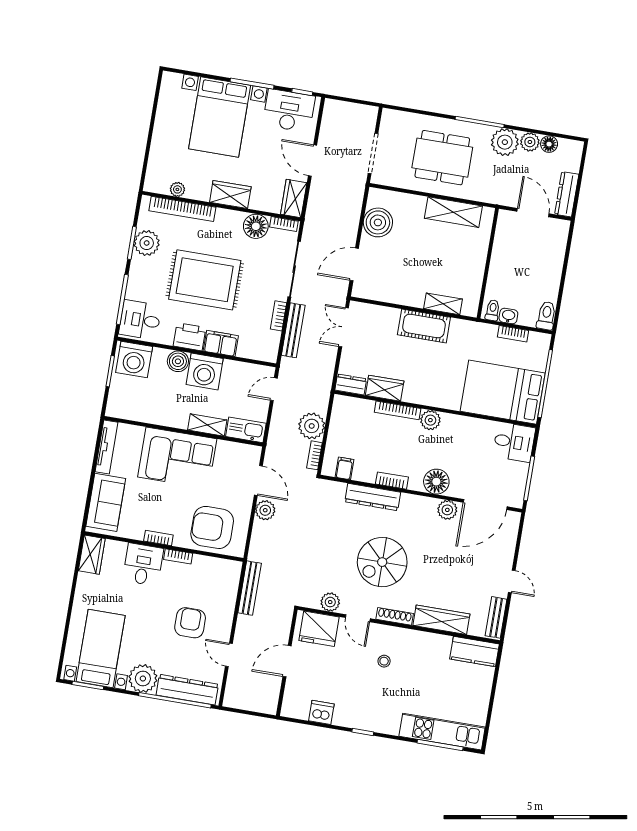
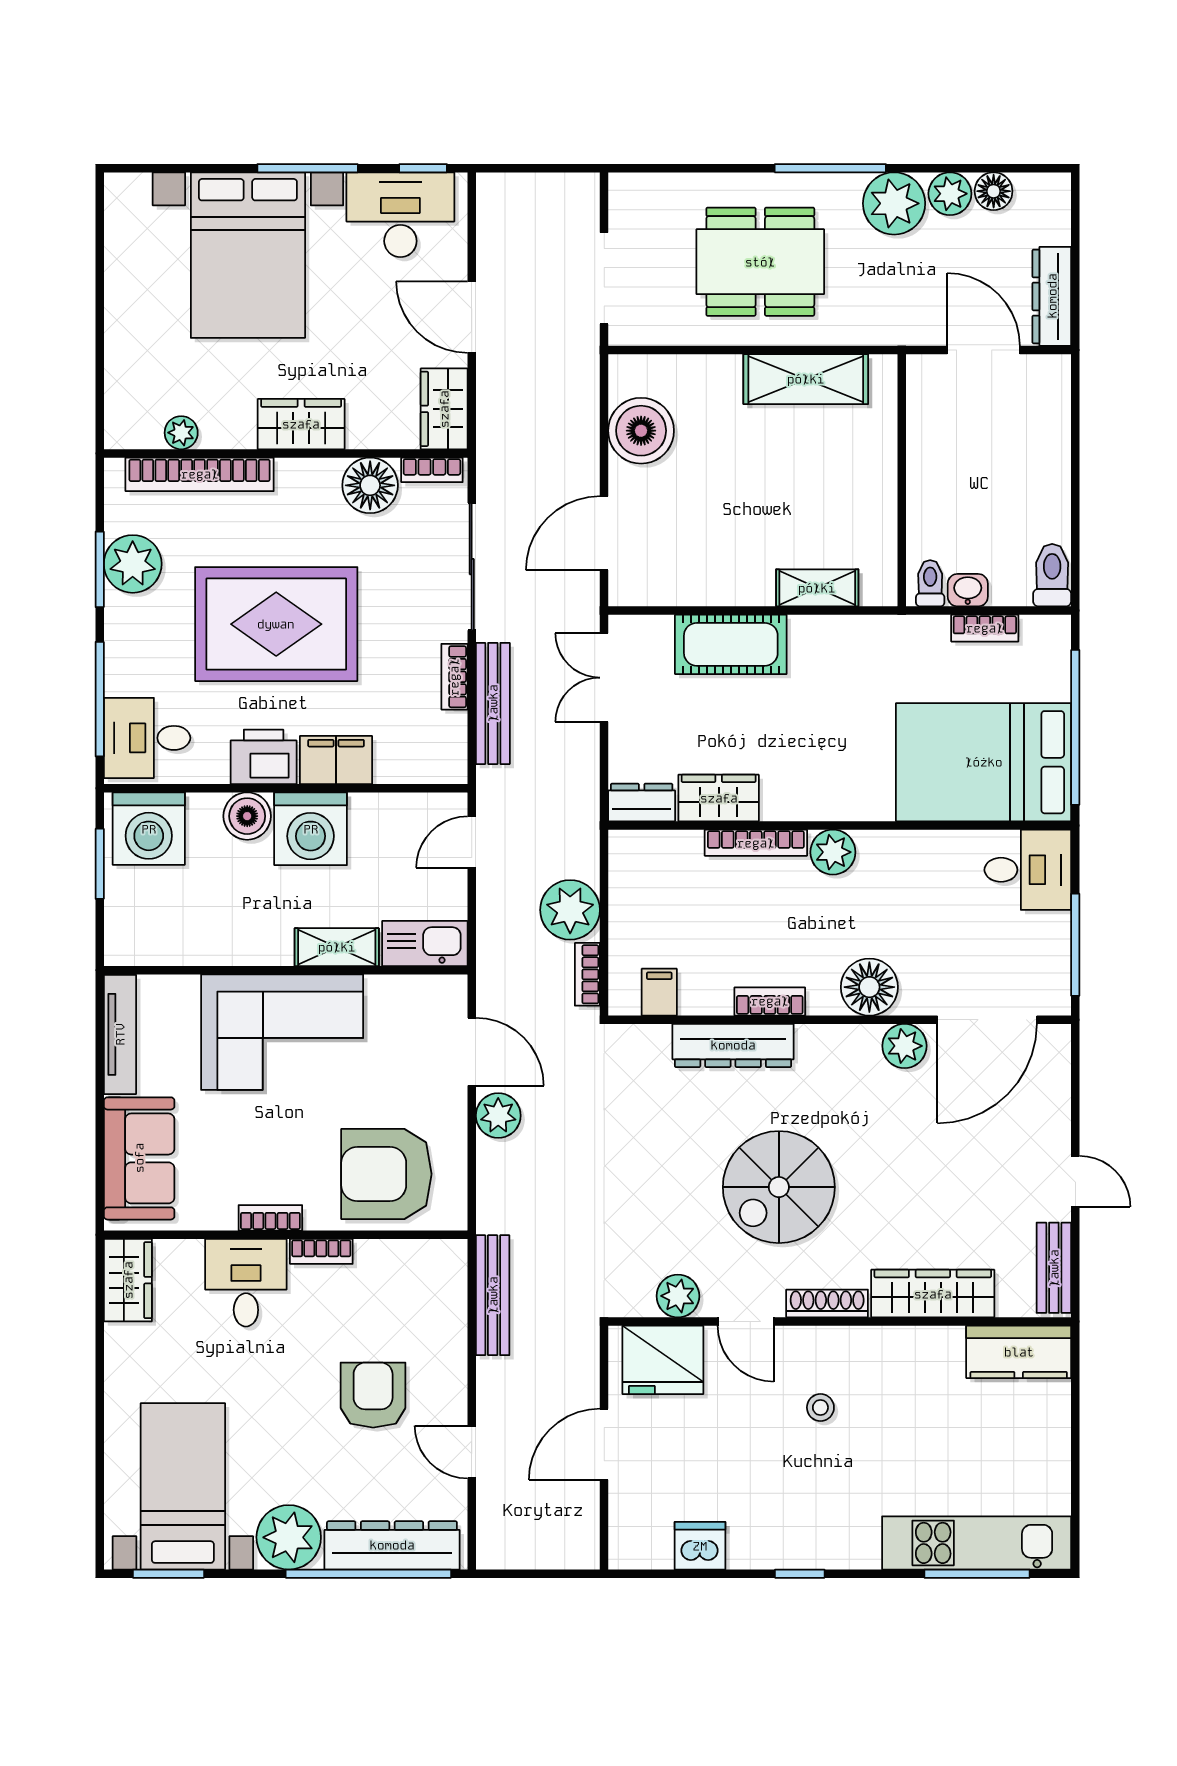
cot: (424, 326) -> (731, 644), moved

